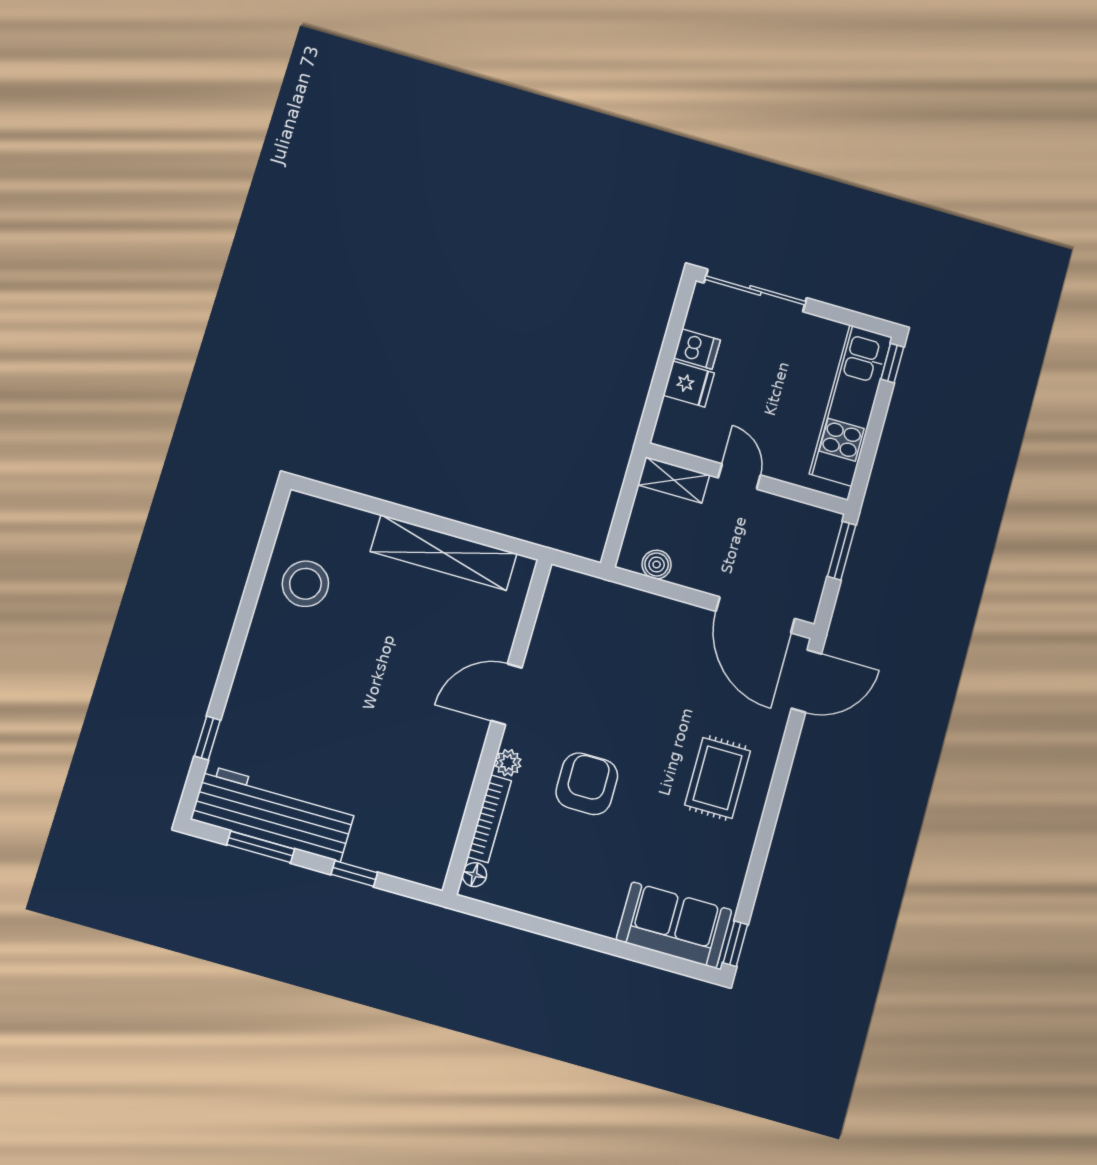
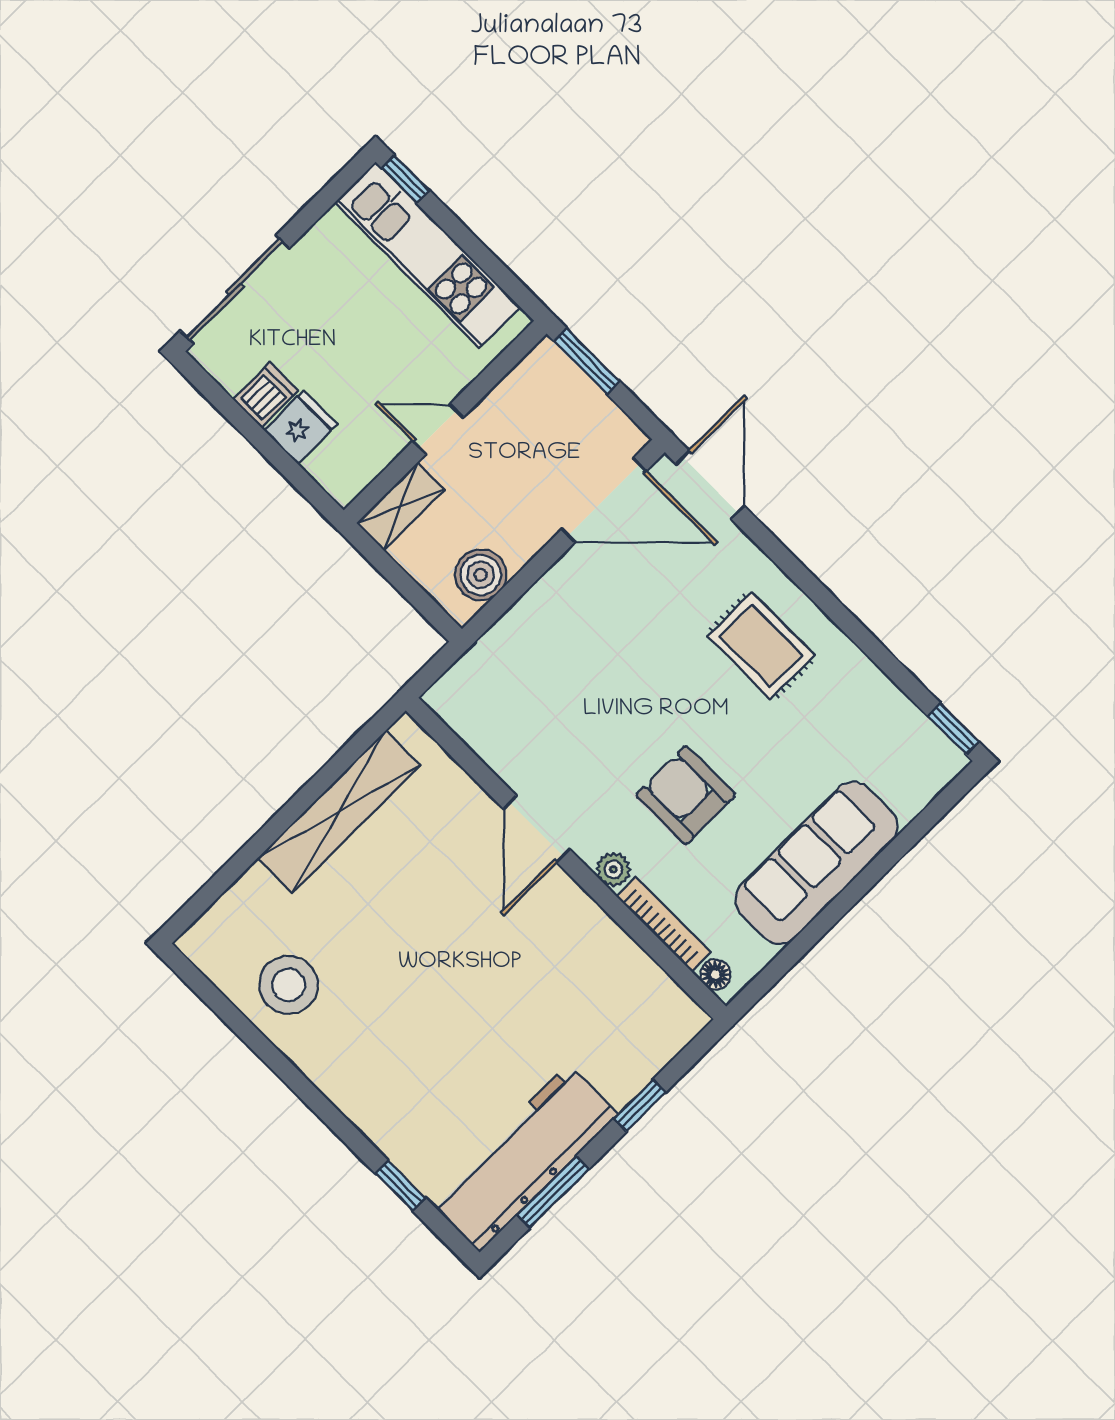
boiler: (657, 564) -> (481, 575), width x1.36, depth x1.36
sofa: (674, 925) -> (817, 863), moved, width x1.36

